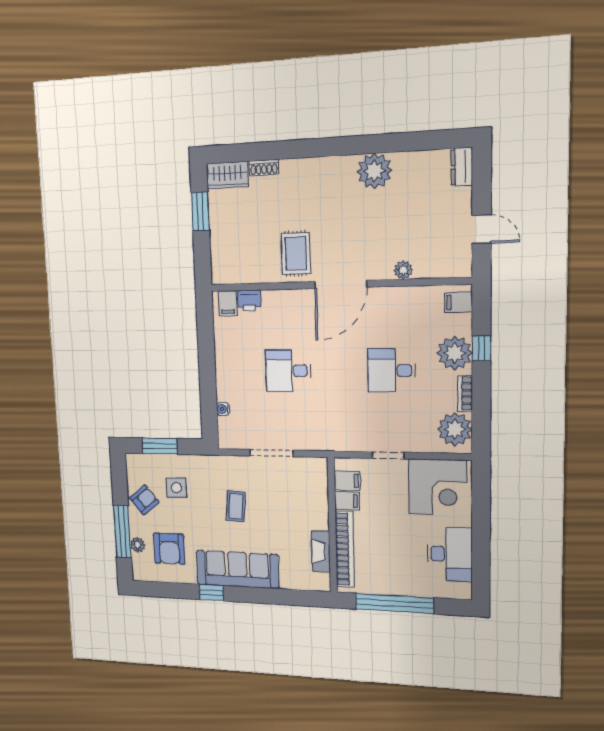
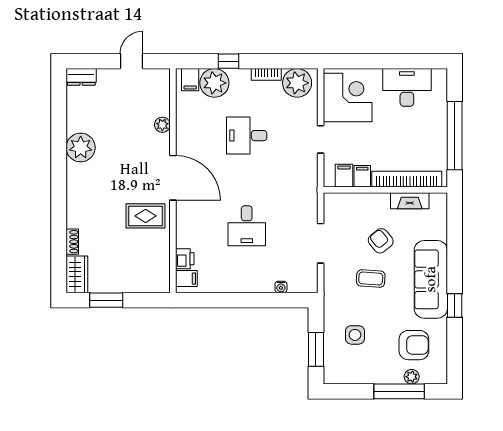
plant: (455, 353) -> (214, 83), moved
desk: (392, 370) -> (247, 136), turned 90
armchair: (144, 500) -> (381, 241), moved

